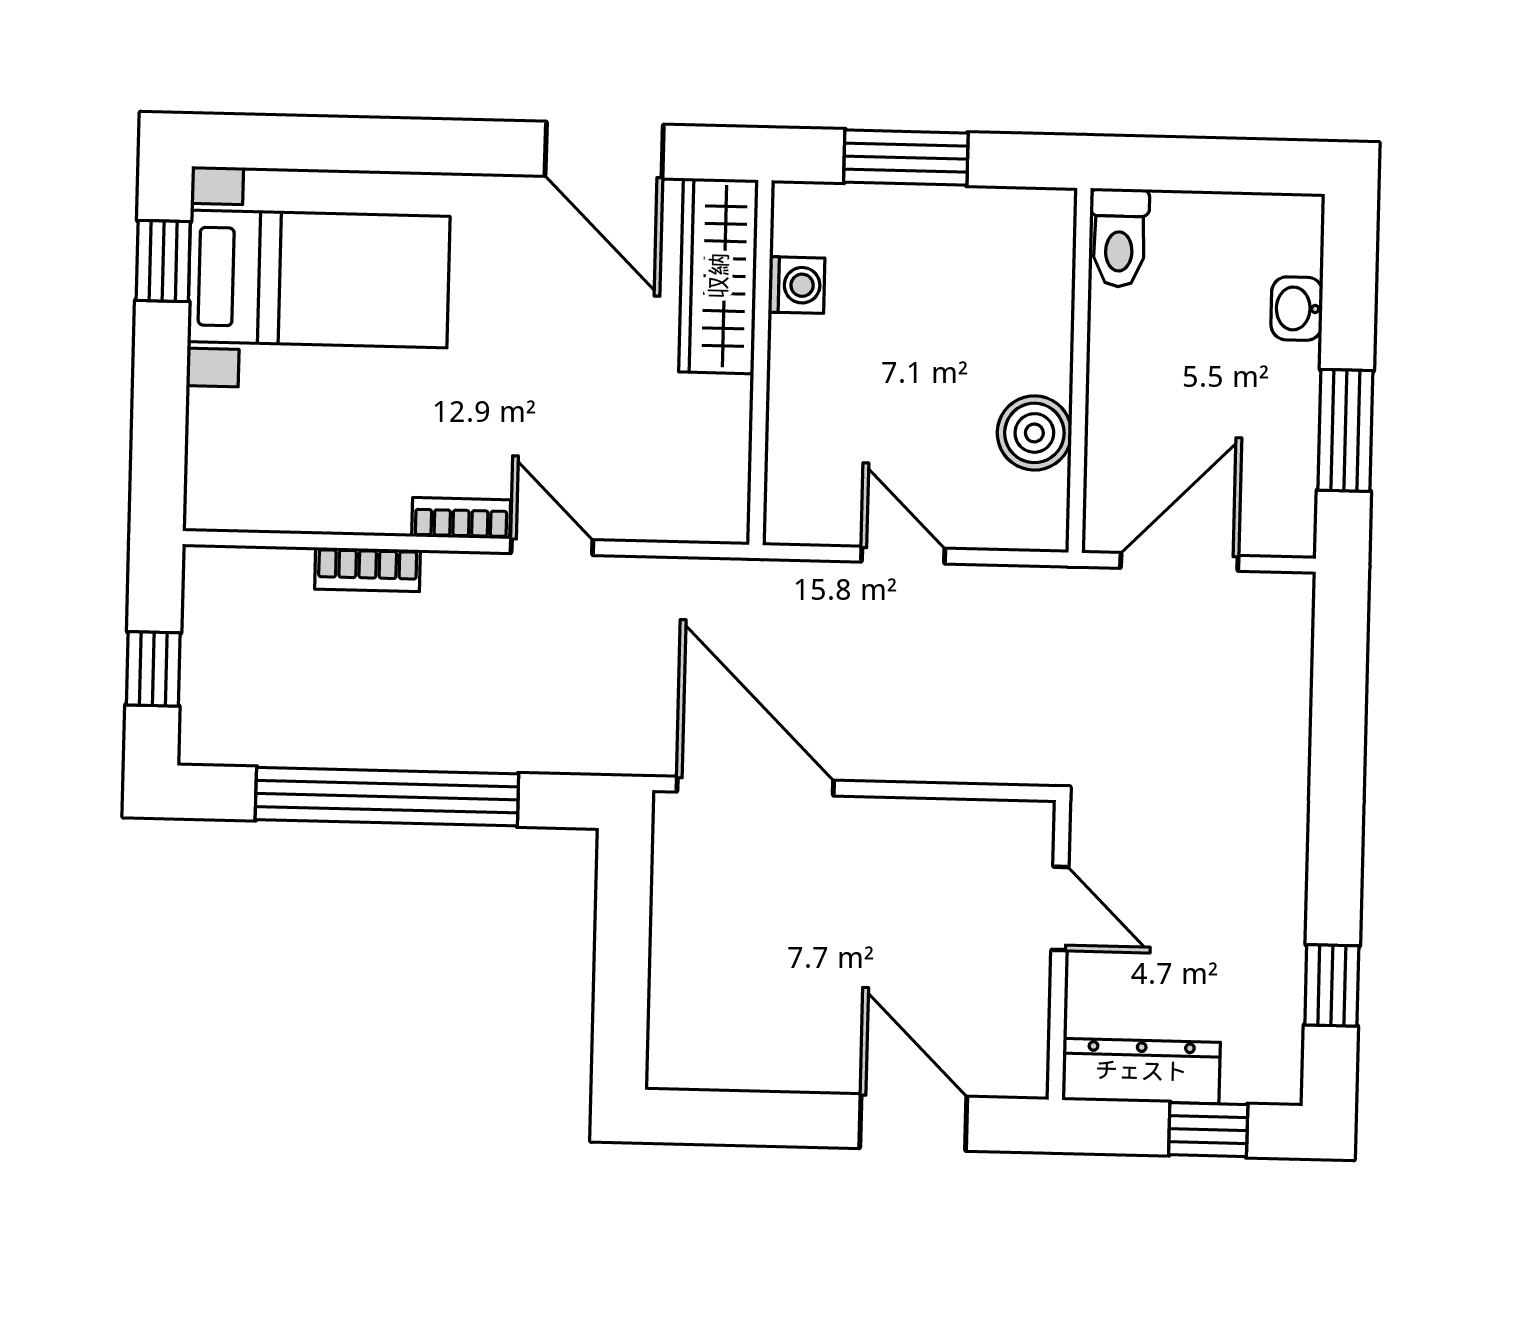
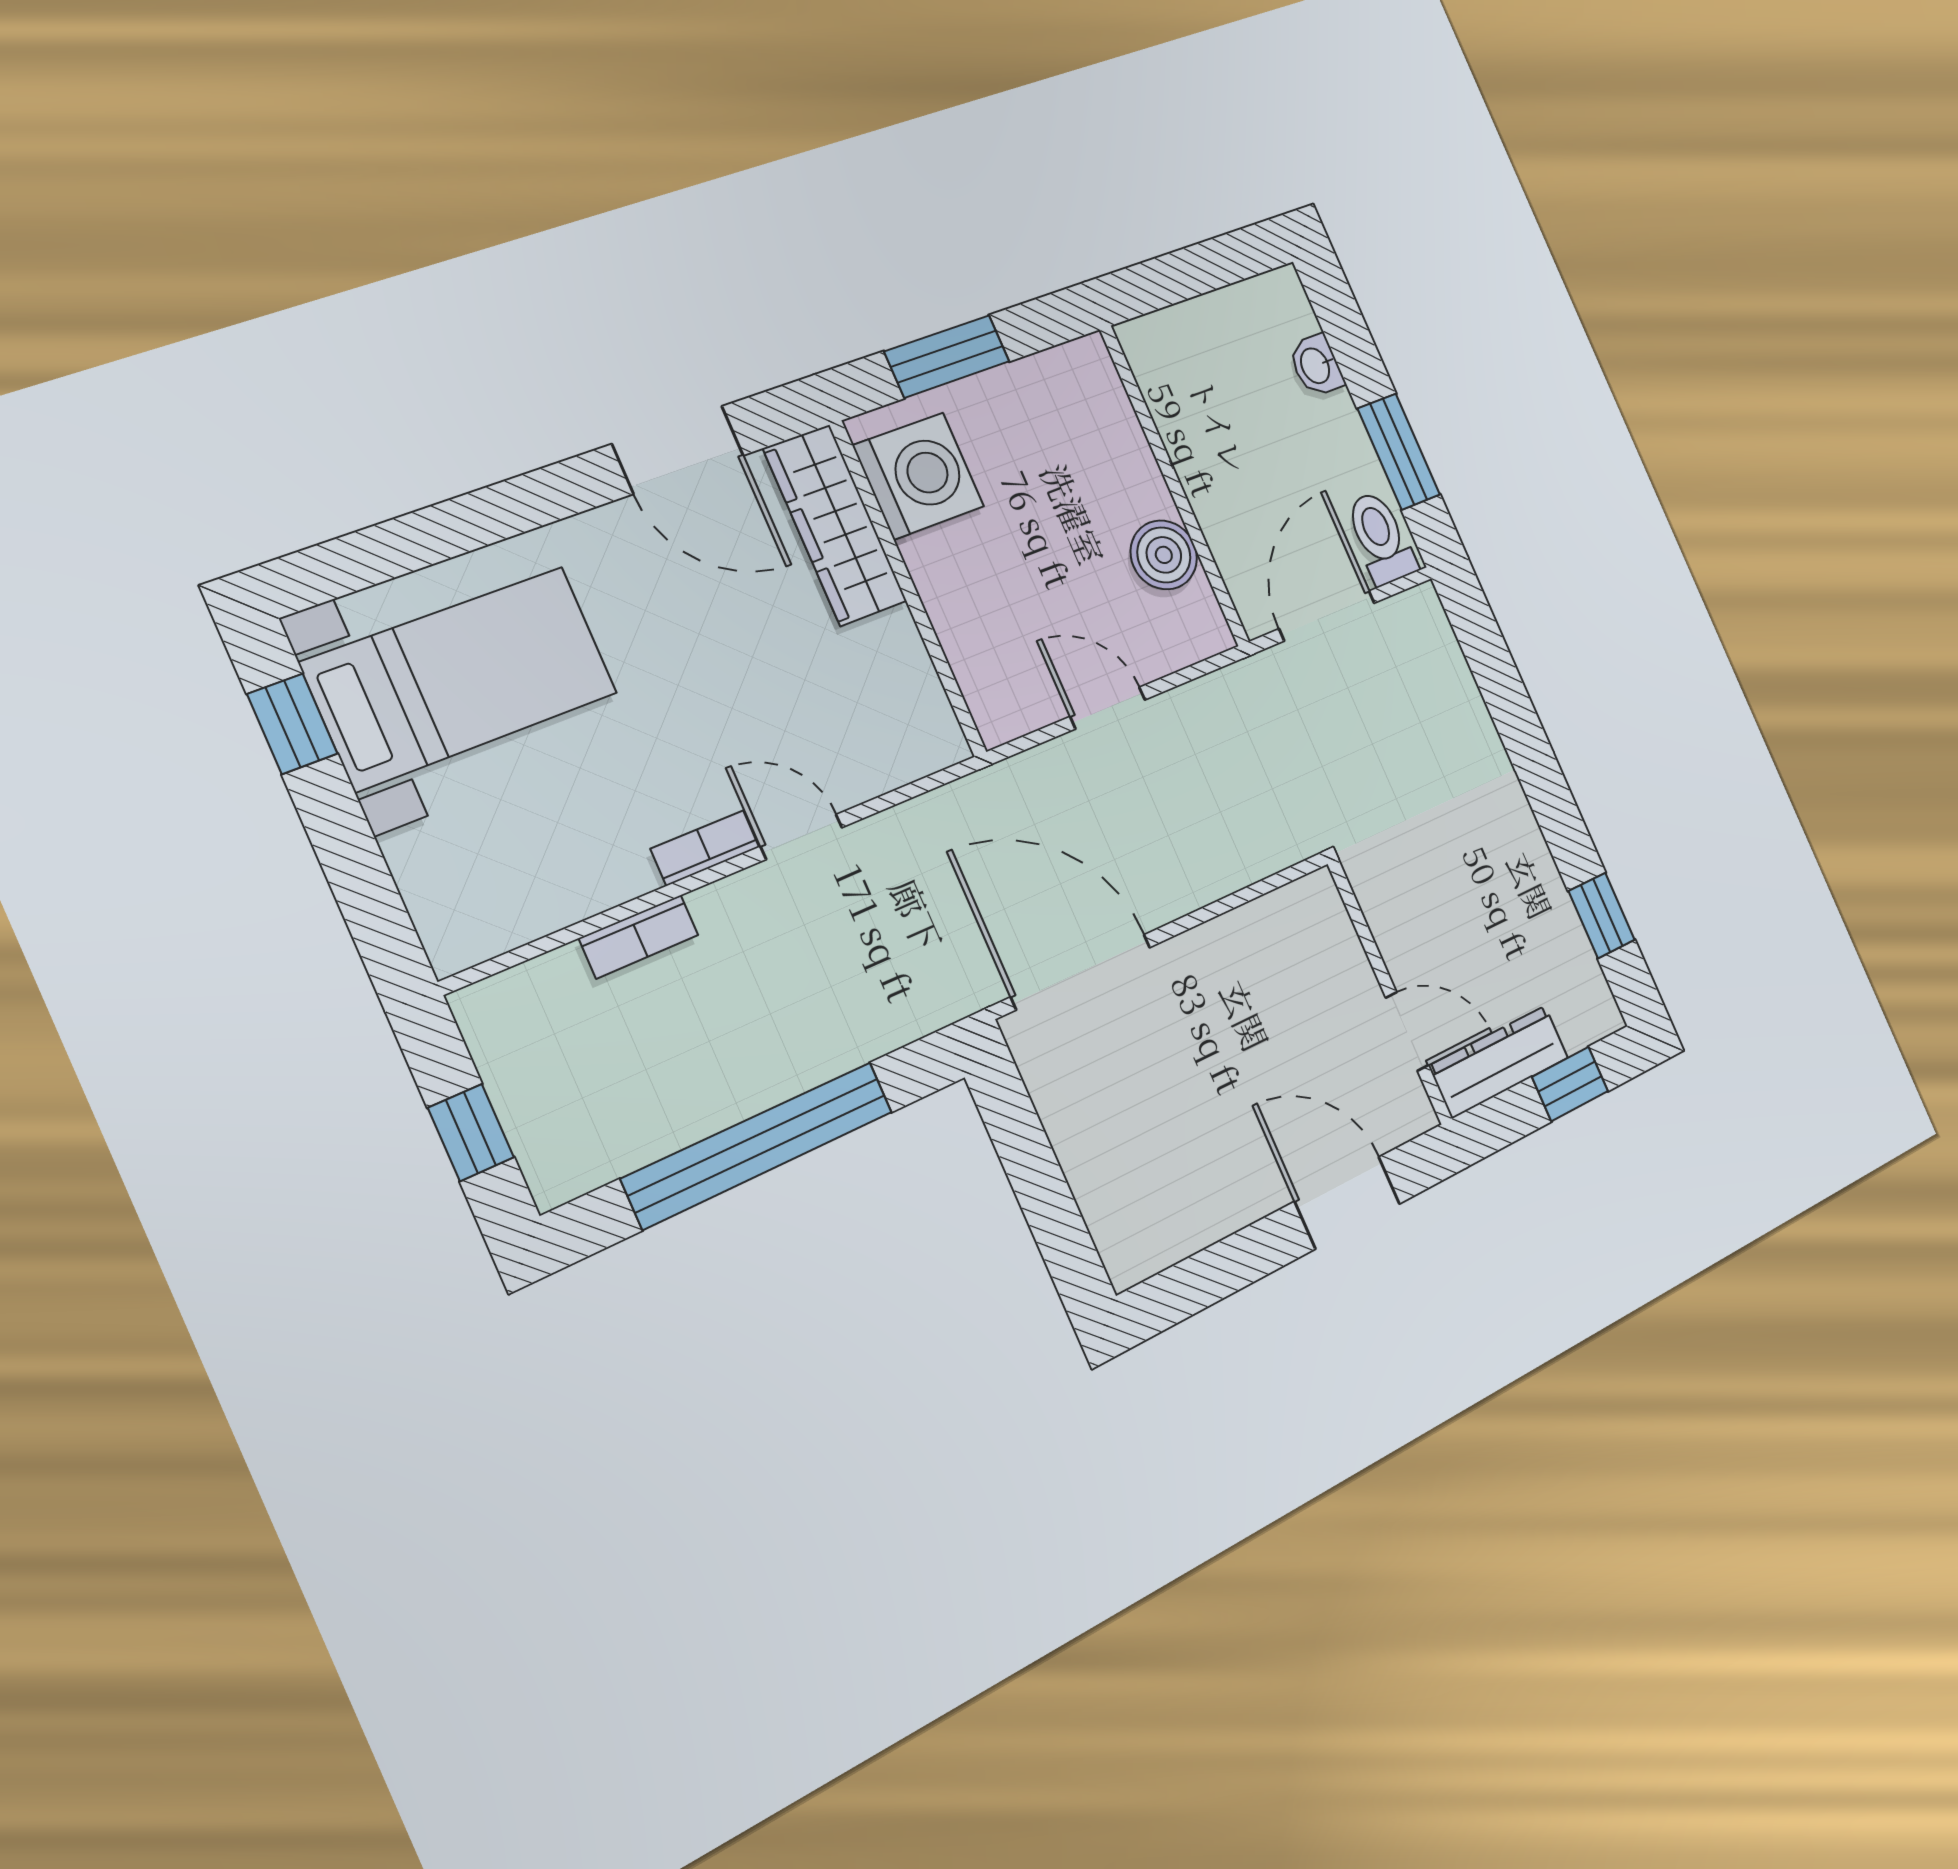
toilet: (1119, 238) -> (1381, 538), moved, turned 180
washing machine: (797, 285) -> (918, 476), width x1.89, depth x1.89
door: (1060, 908) -> (1407, 1031), moved

